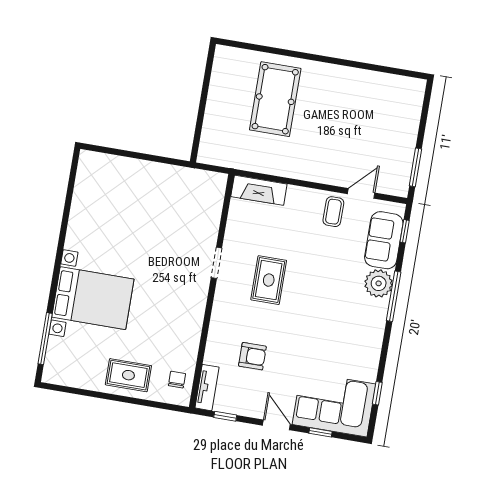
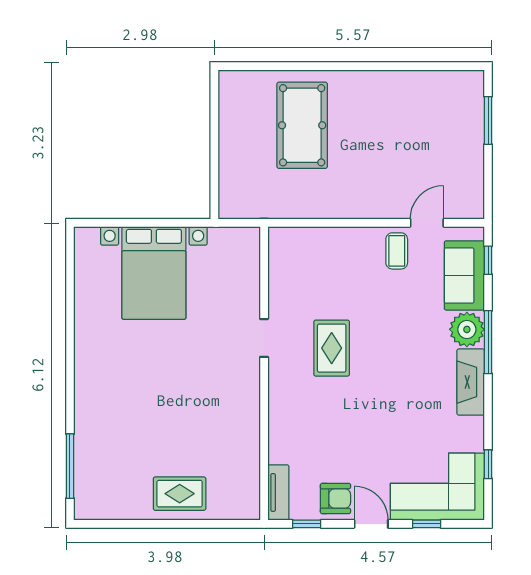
window: (415, 167) -> (488, 120), moved
fireplace: (259, 190) -> (471, 382), moved, turned 90
bed with nightstands: (93, 298) -> (154, 273), moved, turned 90
armchair: (252, 356) -> (335, 498), moved
chair: (177, 380) -> (240, 489), removed

